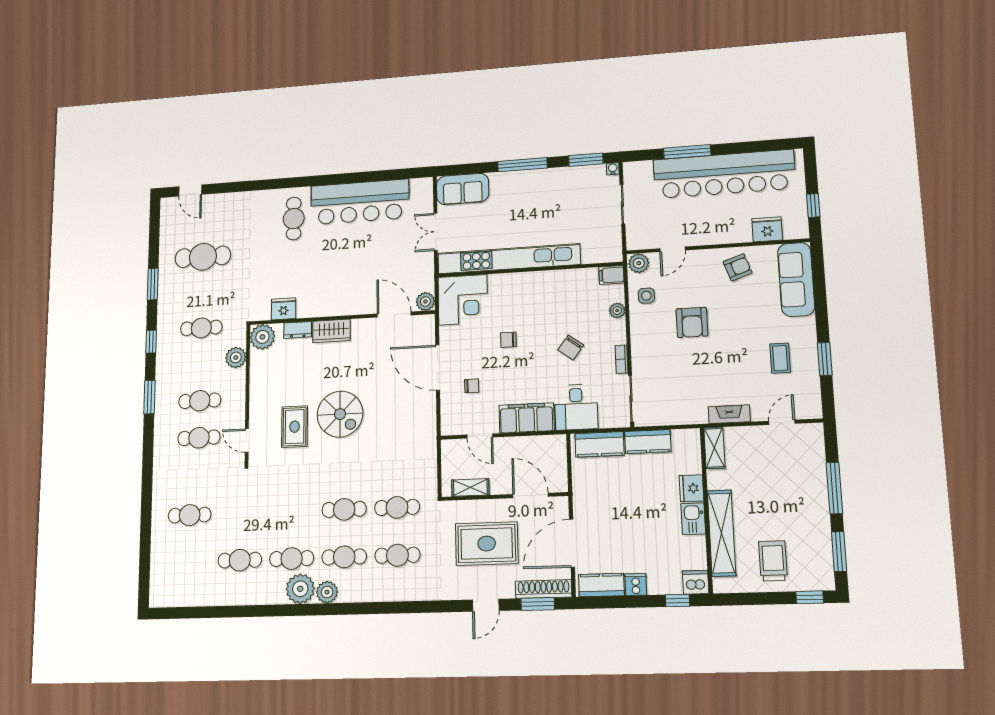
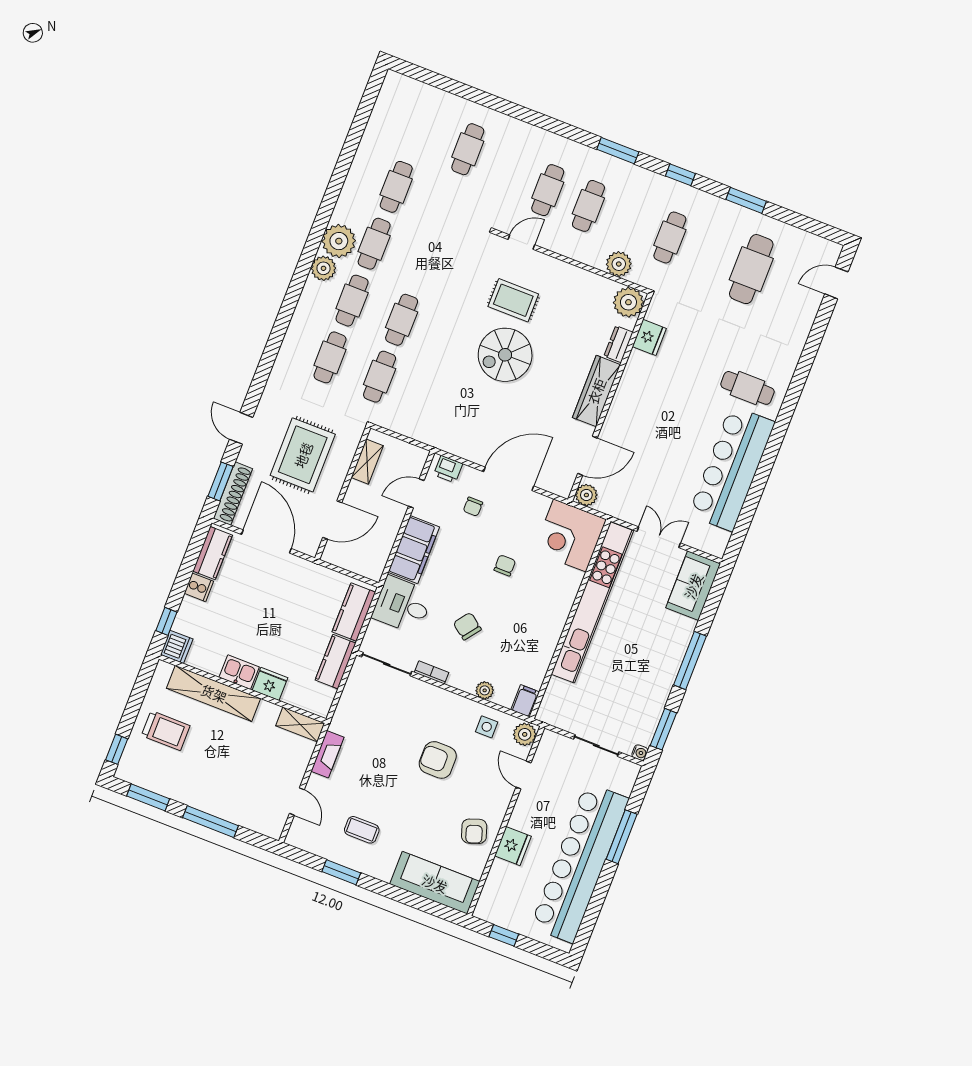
fridge: (767, 229) -> (513, 846), moved
wardrobe: (331, 331) -> (596, 391), width x1.50
printer: (450, 419) -> (448, 469), added

